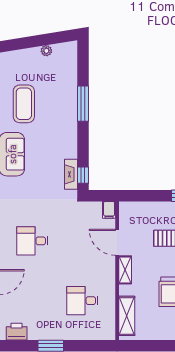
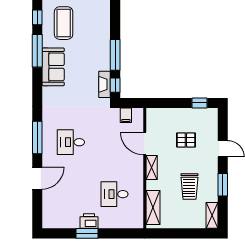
window: (83, 104) -> (115, 55), moved
filing cabinet: (109, 210) -> (126, 115), moved
printer: (17, 332) -> (89, 221), moved

